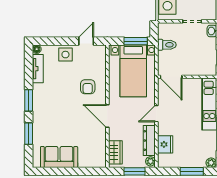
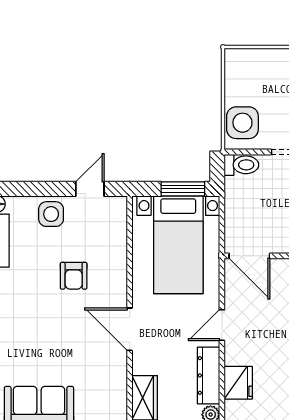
toilet: (167, 45) -> (241, 165), moved
armchair: (88, 87) -> (74, 276), moved

